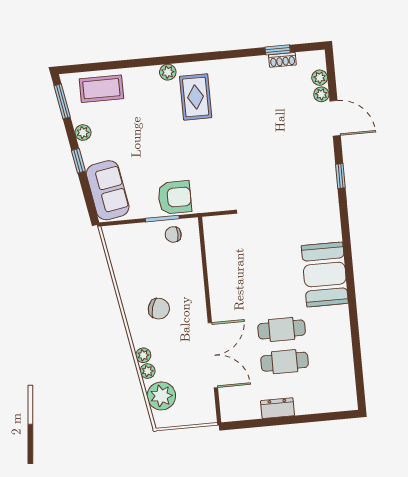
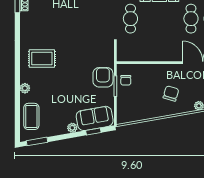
plant: (168, 72) -> (25, 88), moved
plant: (83, 133) -> (72, 128), moved
window: (78, 161) -> (93, 132), moved
cafe table: (273, 233) -> (130, 19), added

